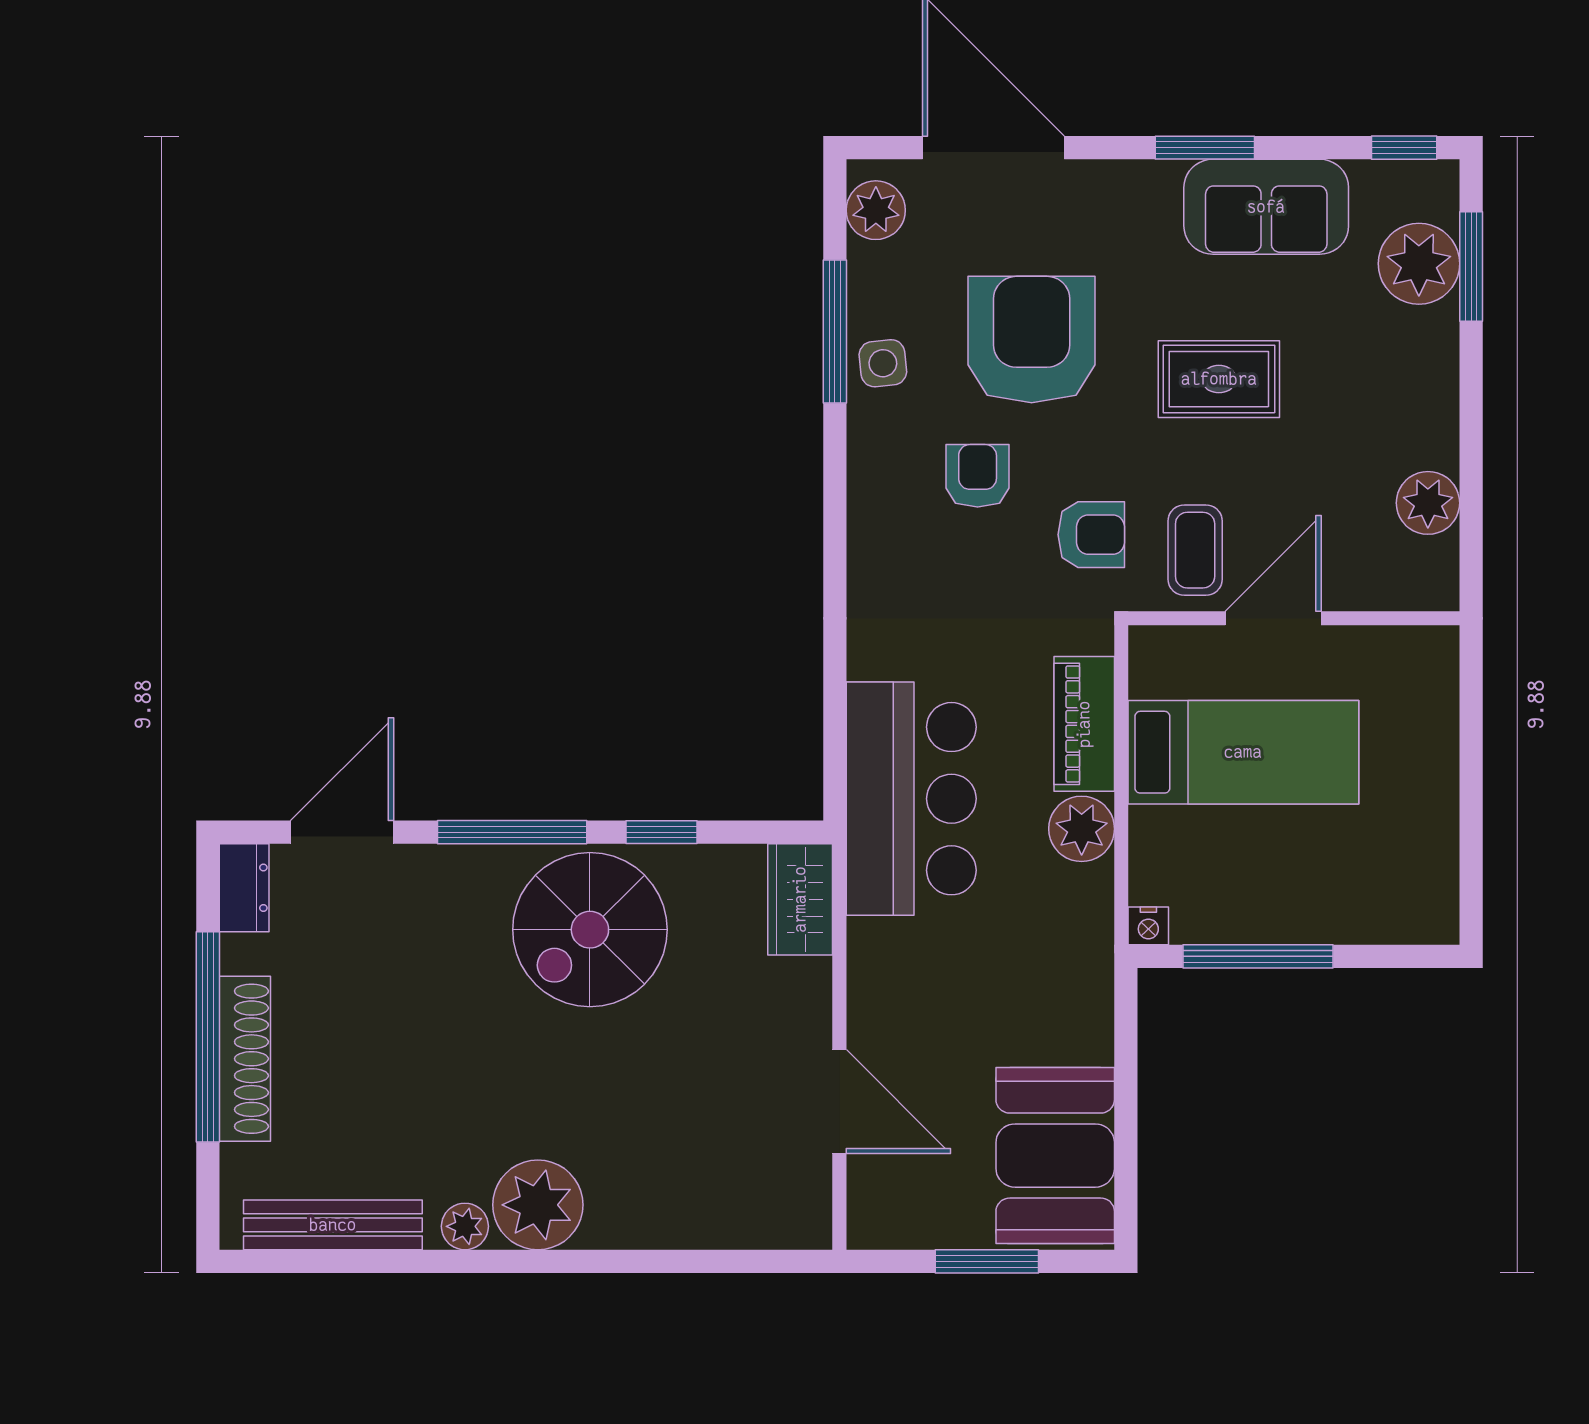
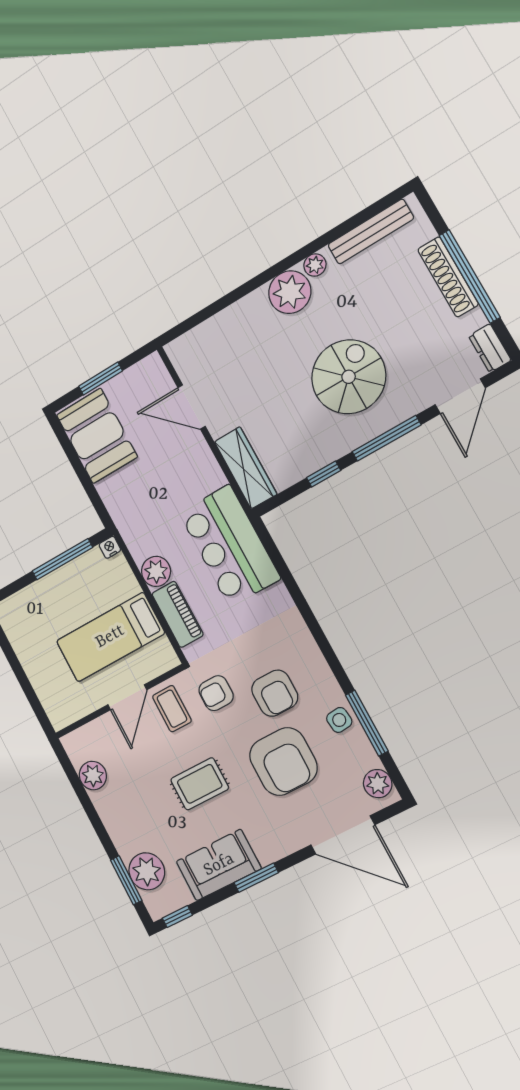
armchair: (978, 476) -> (275, 693), width x1.38, depth x1.38
wardrobe: (800, 899) -> (246, 468), width x1.50
spiral stairs: (590, 930) -> (349, 377), moved

